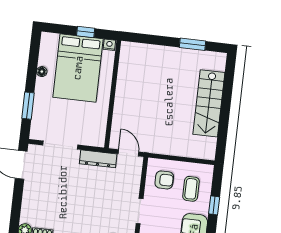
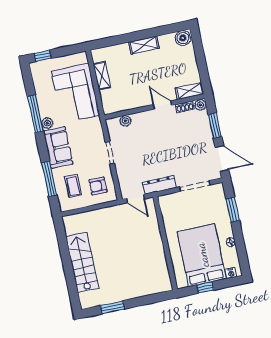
nightstand: (109, 45) -> (231, 273), moved
window: (17, 203) -> (215, 125), added
window: (214, 205) -> (49, 179), width x2.17

